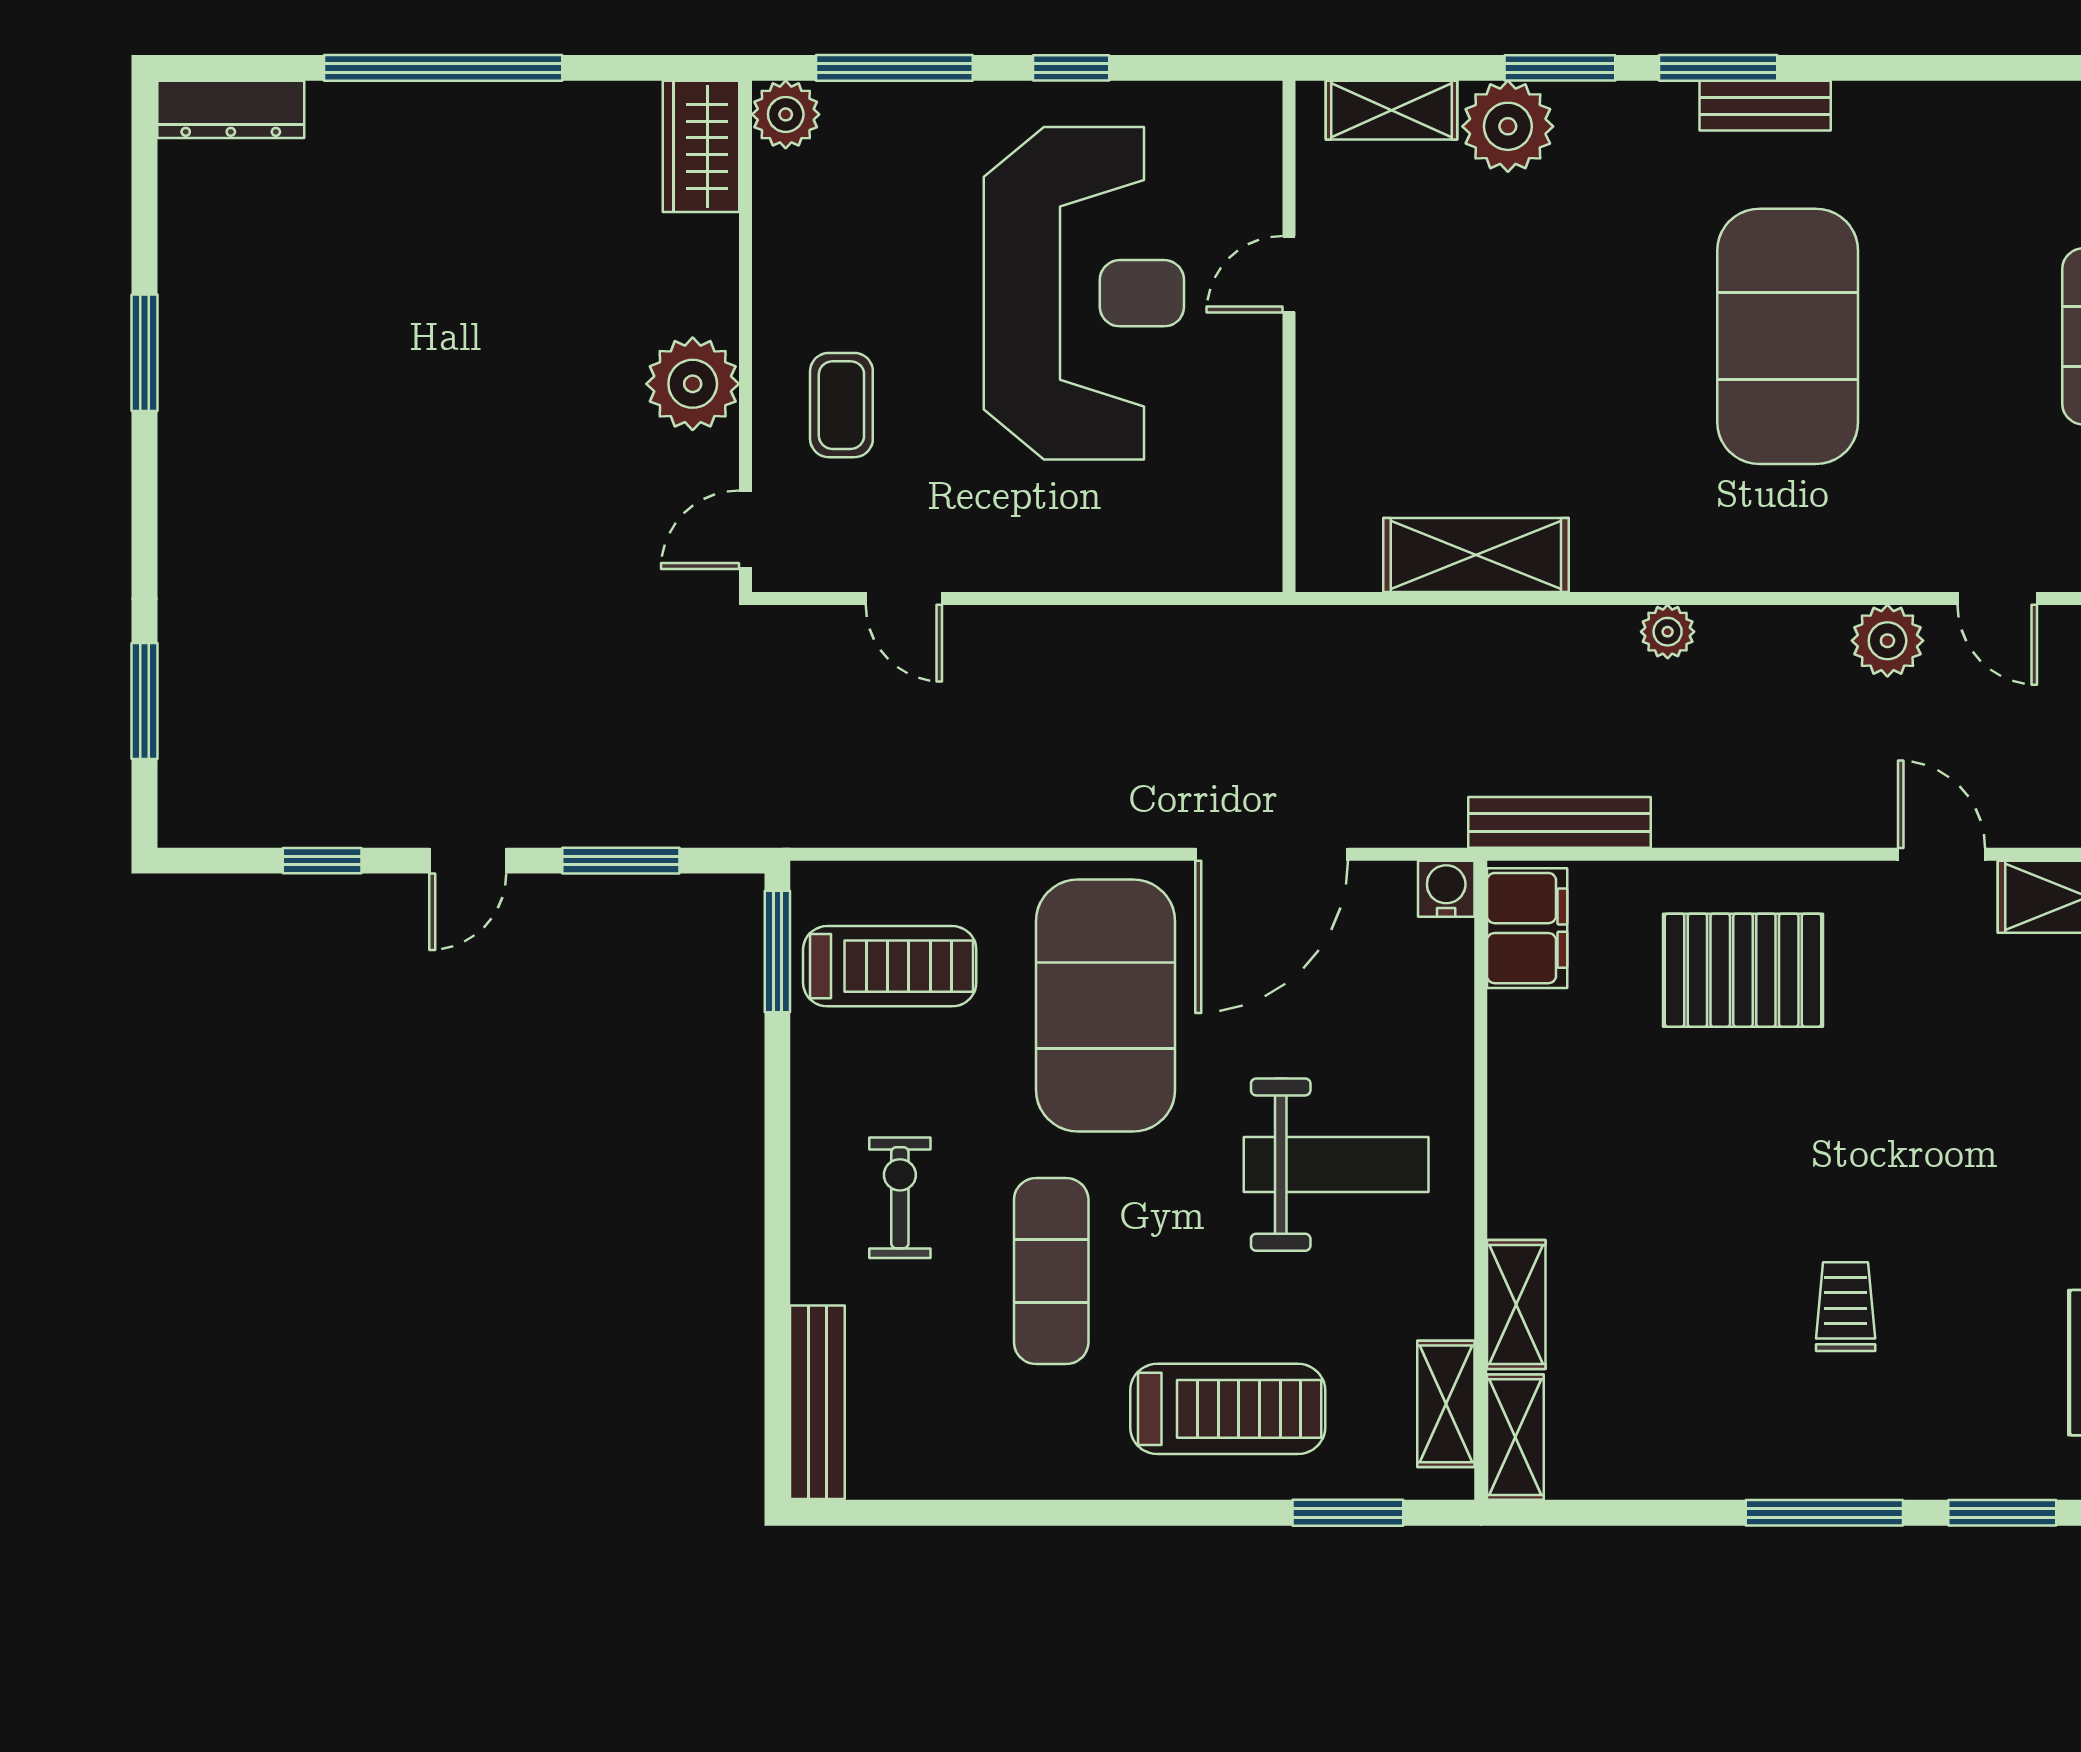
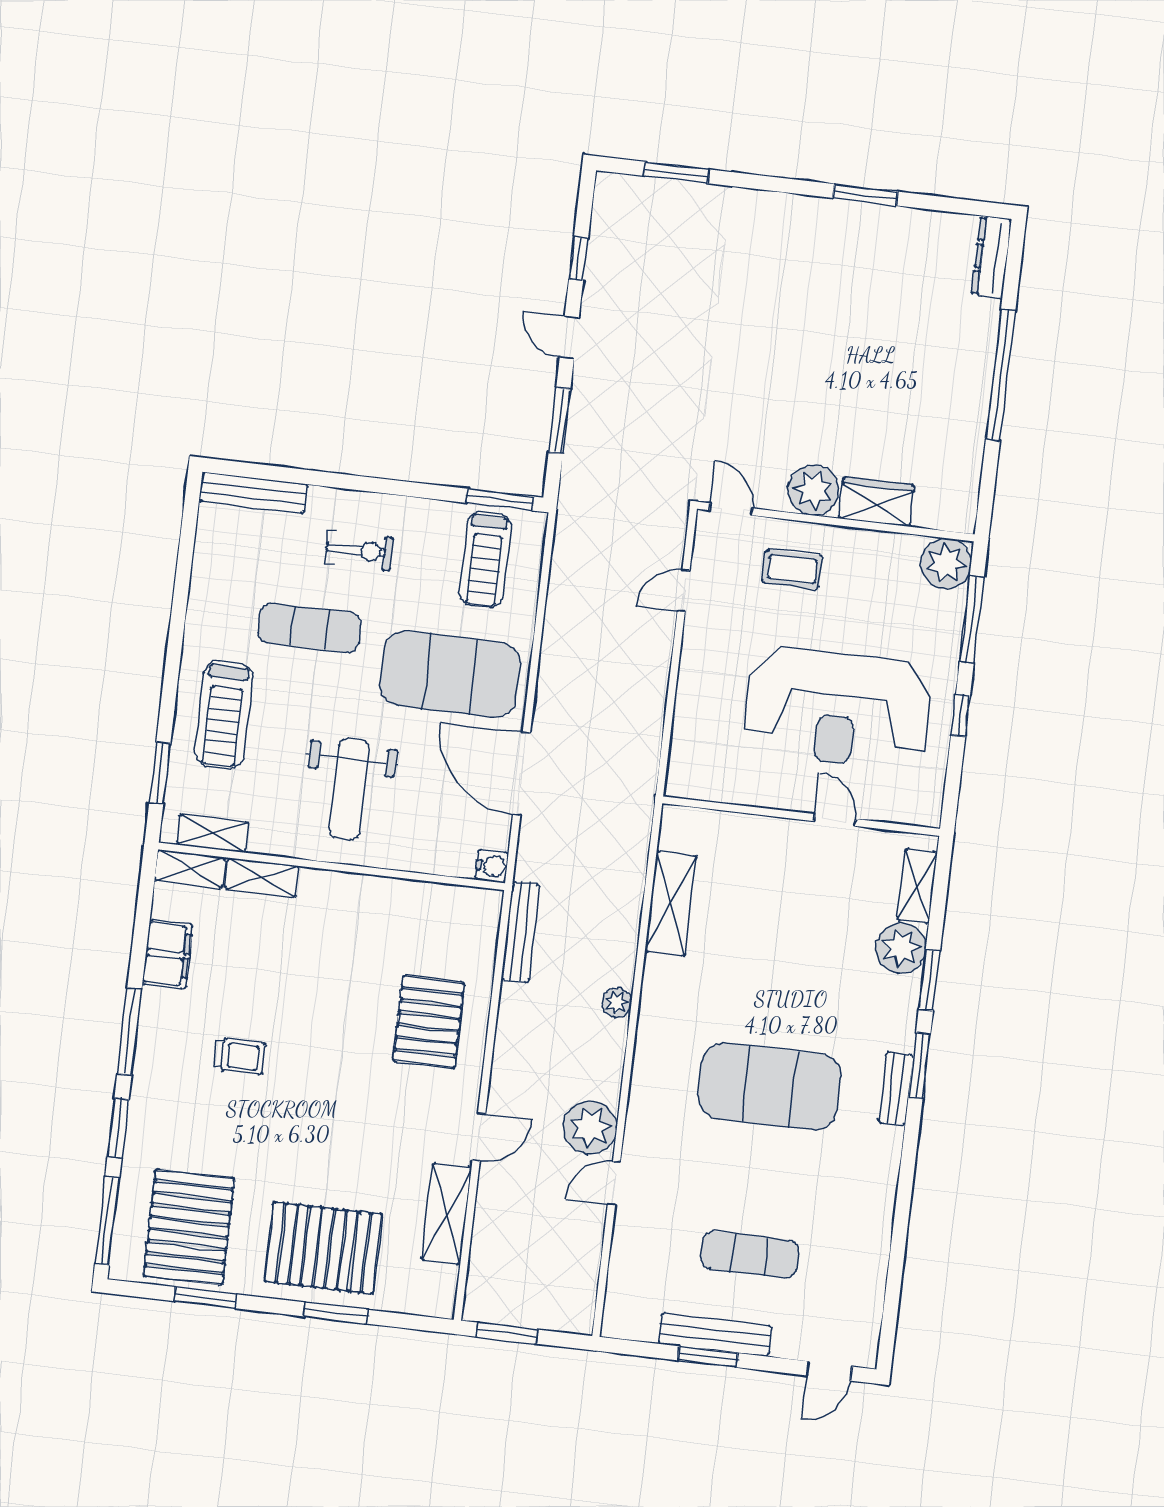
plant: (786, 114) -> (946, 563), width x1.36, depth x1.36
wardrobe: (701, 146) -> (876, 502), moved
plant: (1887, 641) -> (590, 1127), width x1.36, depth x1.36
filing cabinet: (1527, 928) -> (167, 954), moved, turned -90

